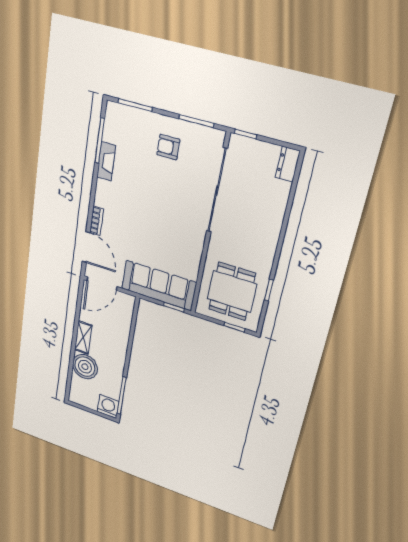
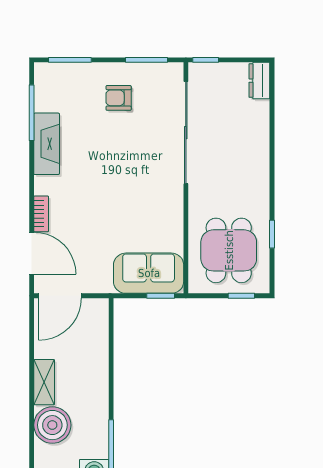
fireplace: (106, 161) -> (47, 144), width x1.37, depth x1.32
sofa: (159, 285) -> (149, 273), width x0.73

